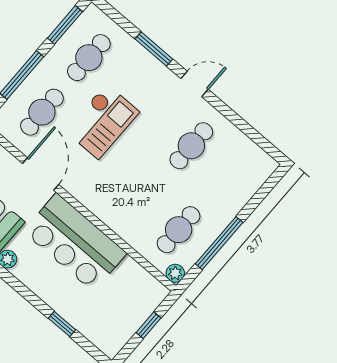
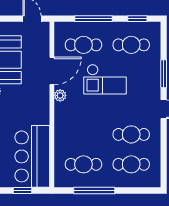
window: (65, 25) -> (137, 19), width x0.67
cafe table: (225, 175) -> (131, 164), added
bar counter: (75, 242) -> (32, 156), moved
plant: (175, 273) -> (60, 95), moved

